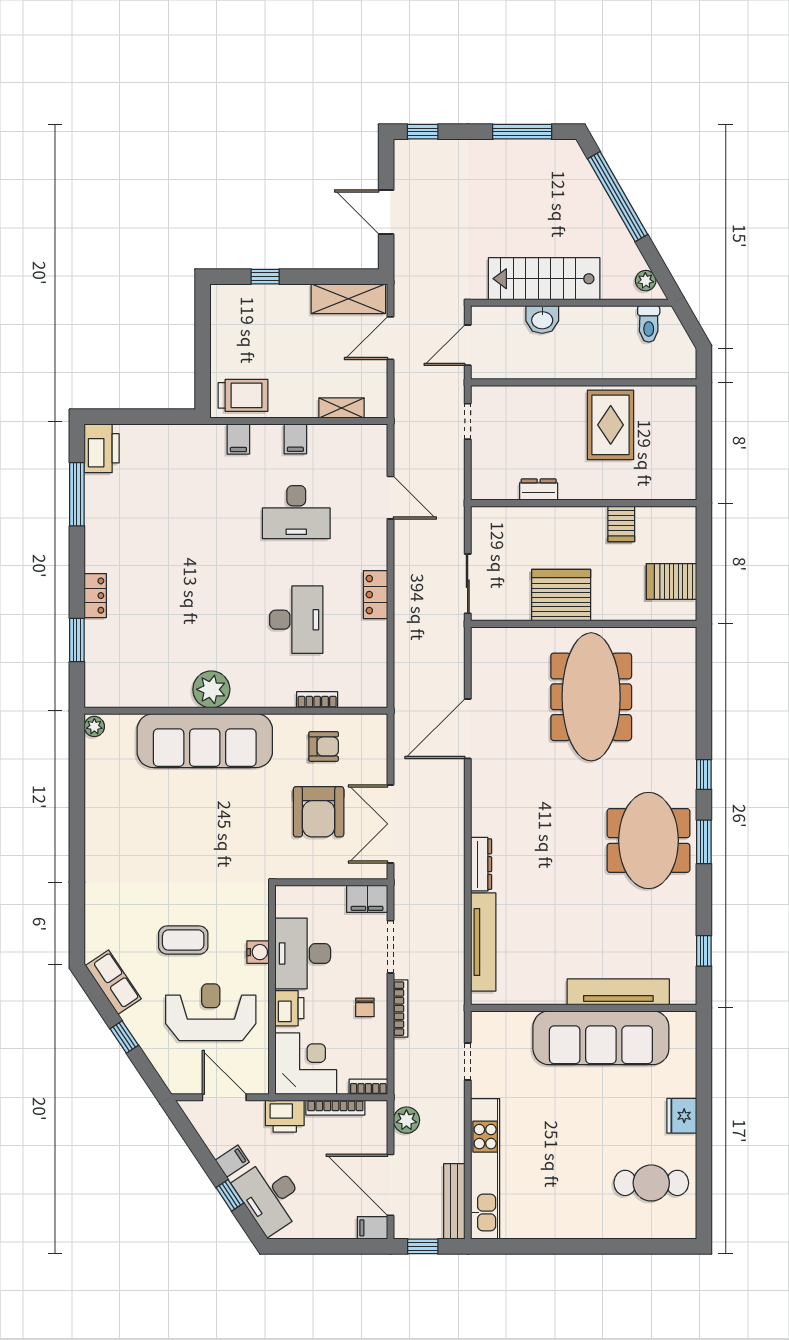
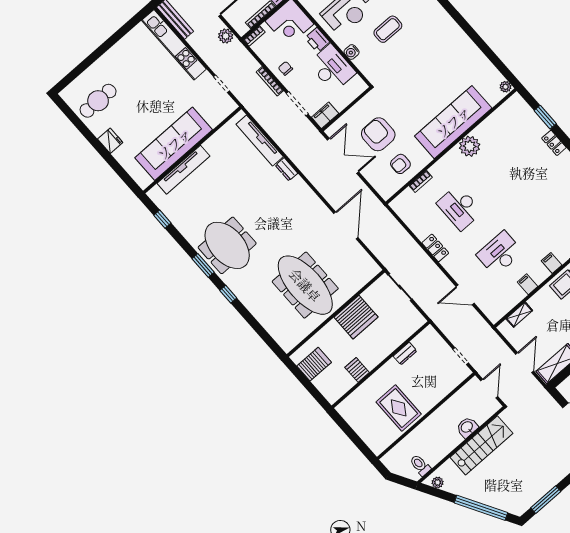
dresser: (481, 864) -> (287, 169), width x0.70

